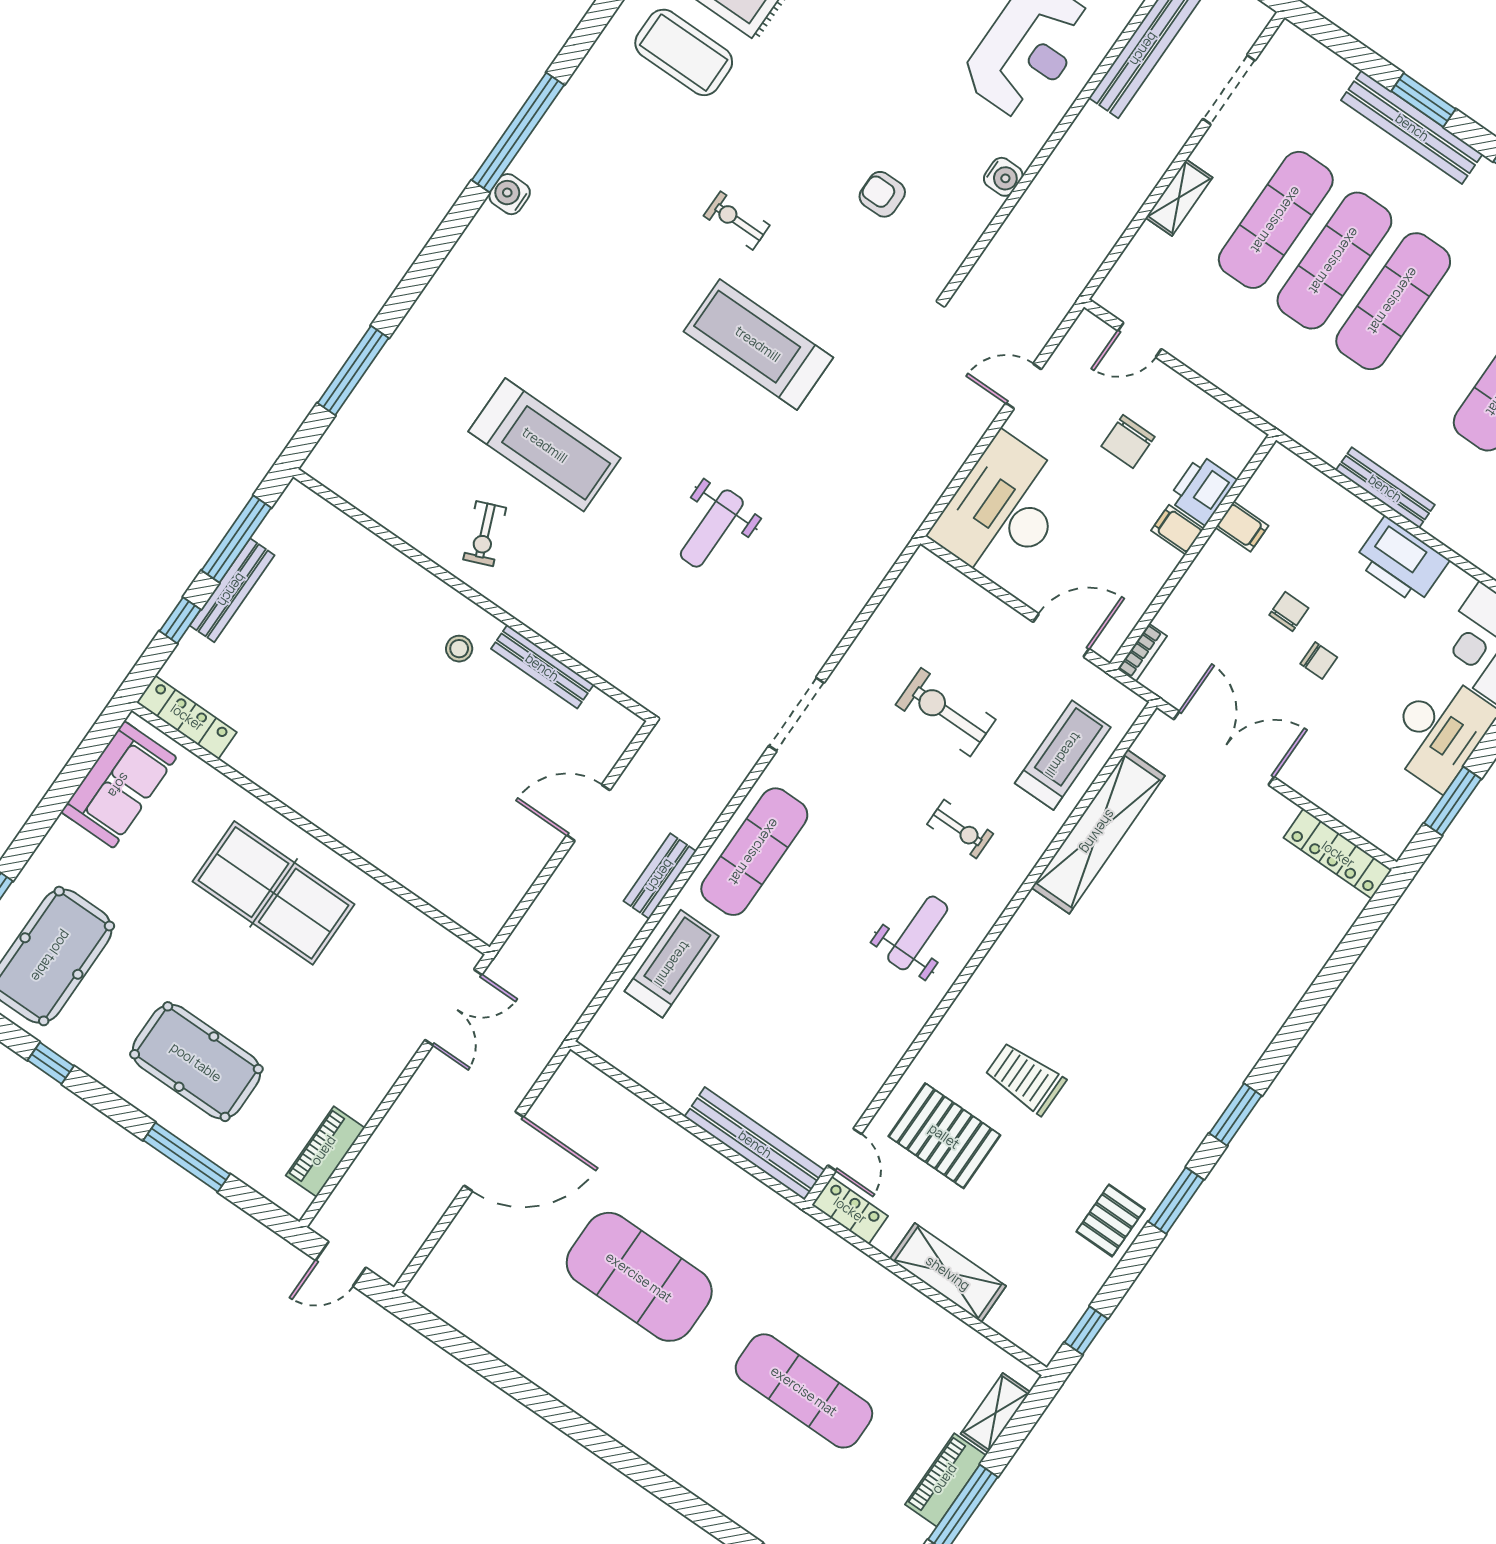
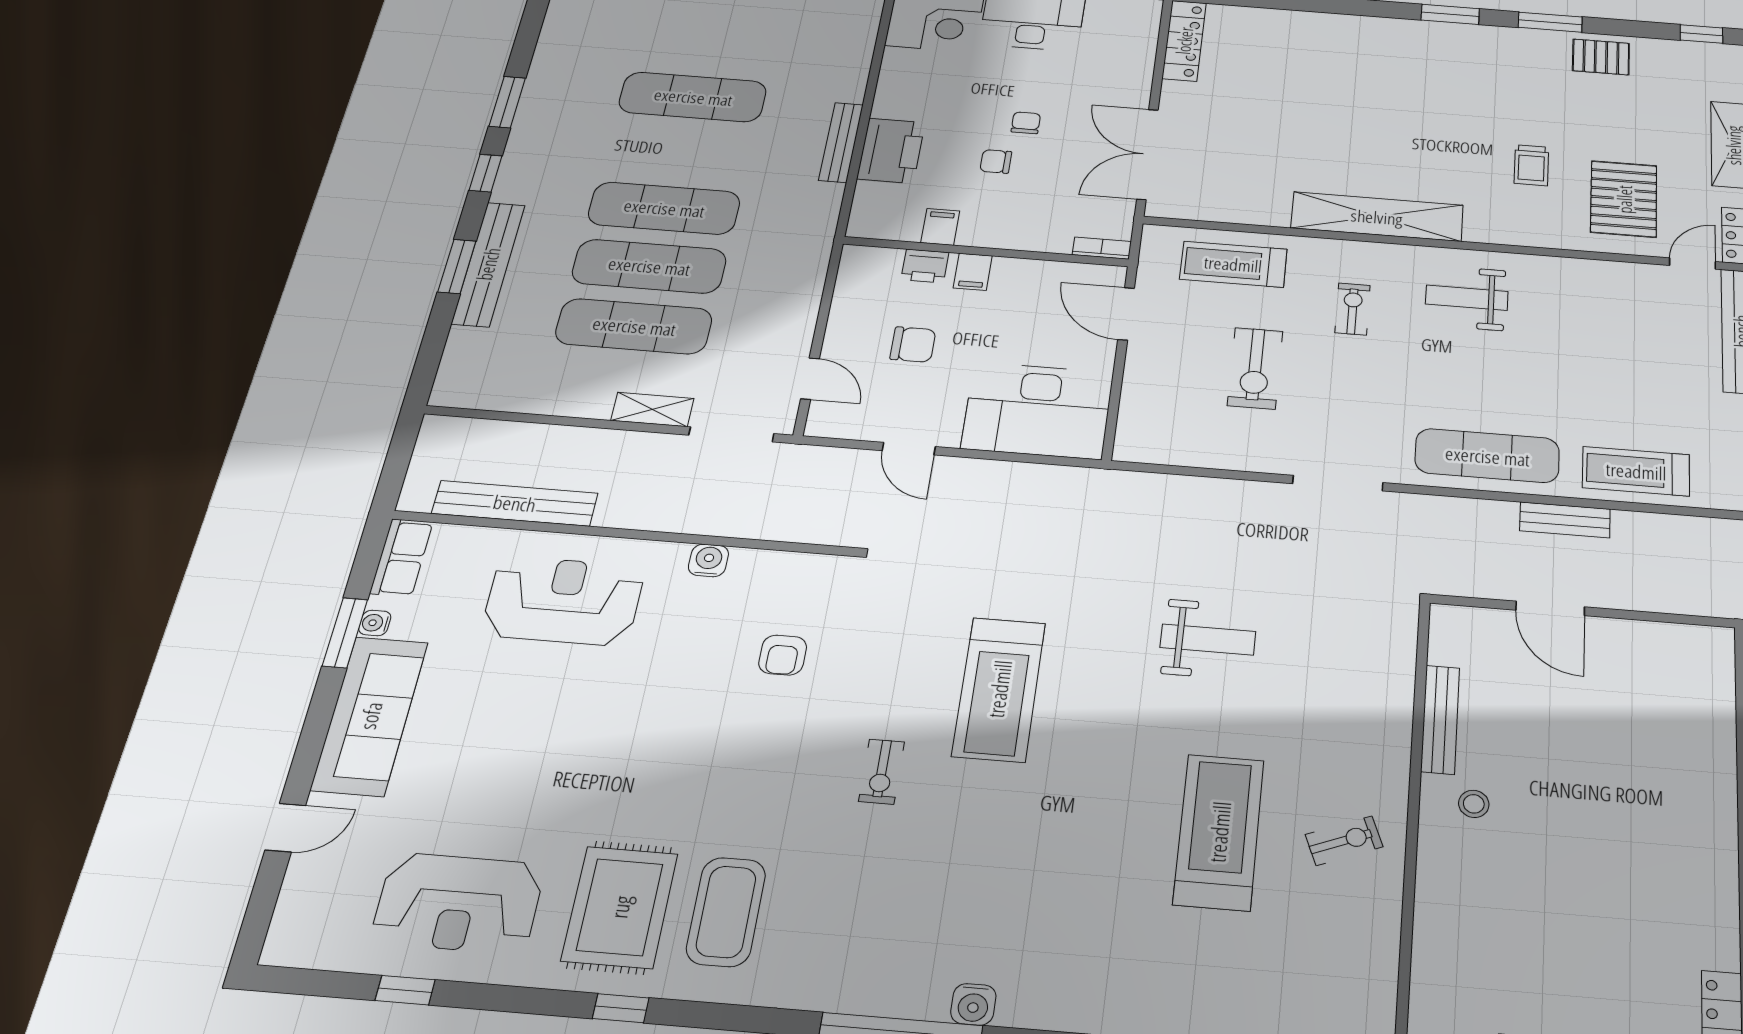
doorway: (1229, 90) -> (731, 434), moved
printer: (1202, 490) -> (925, 266), width x0.73, depth x0.81
printer: (1401, 561) -> (891, 151), moved
shelving: (1098, 832) -> (1377, 217), moved
trolley: (1025, 1078) -> (1531, 165), width x0.73, depth x0.72

